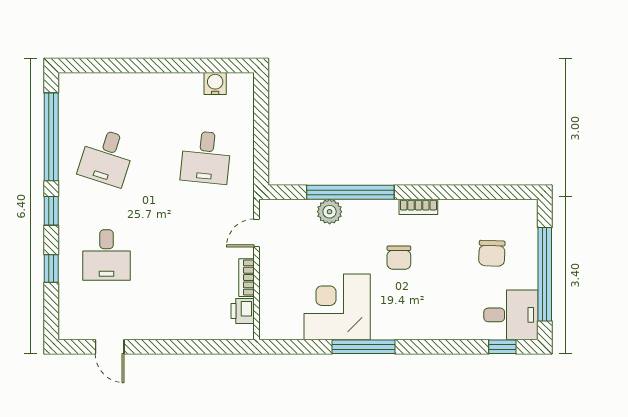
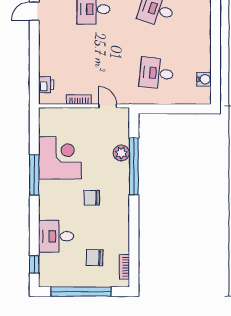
bookcase: (418, 207) -> (124, 267), moved
printer: (243, 311) -> (46, 85), moved, turned 90
desk: (511, 315) -> (56, 236), moved, turned 90

